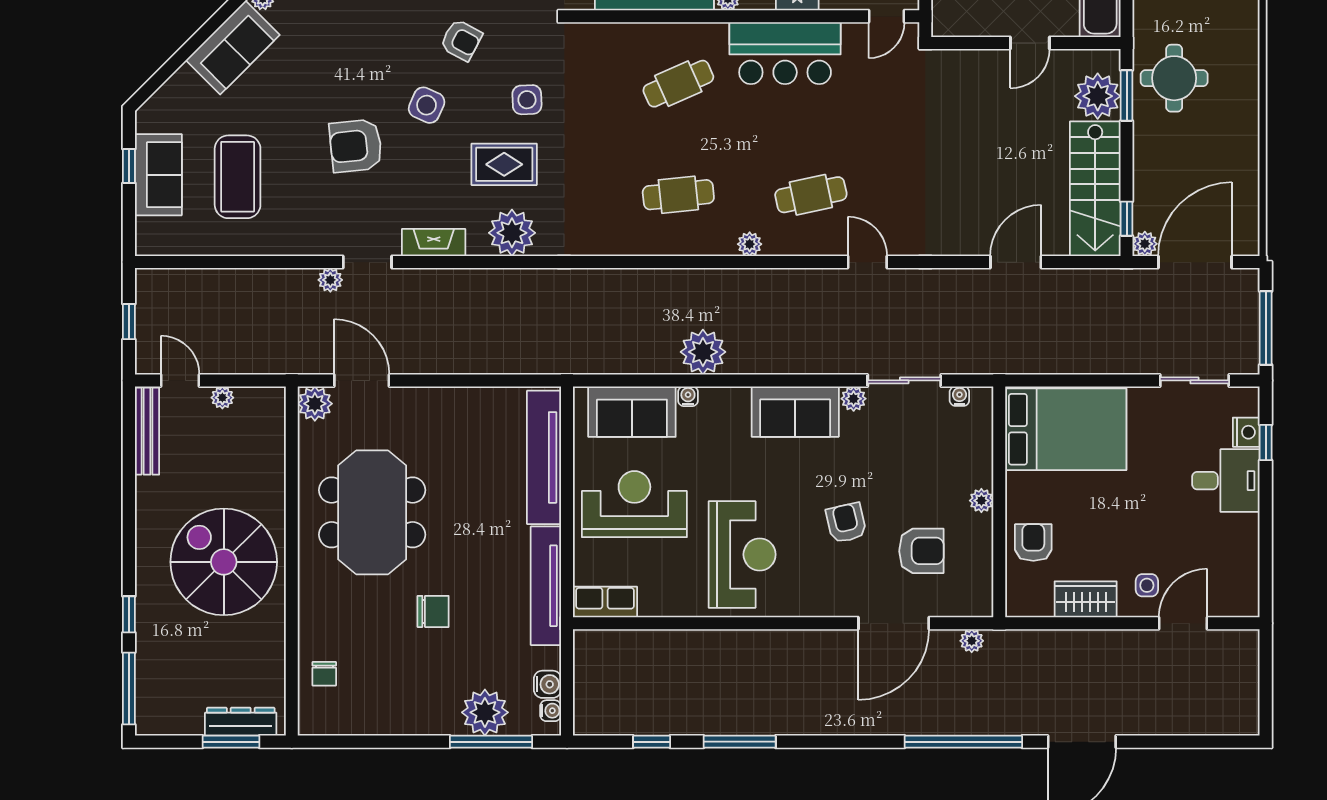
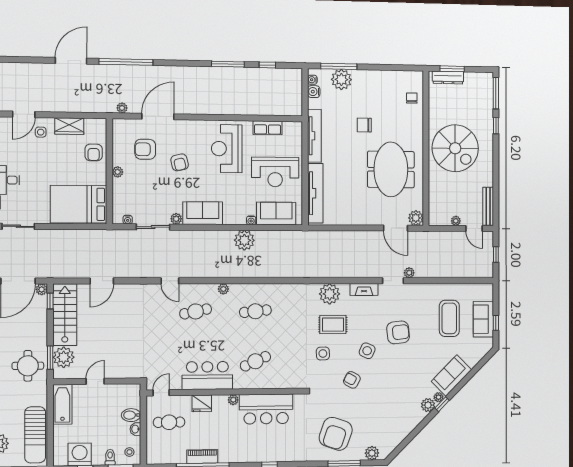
row of seats: (605, 602) -> (267, 128), moved

